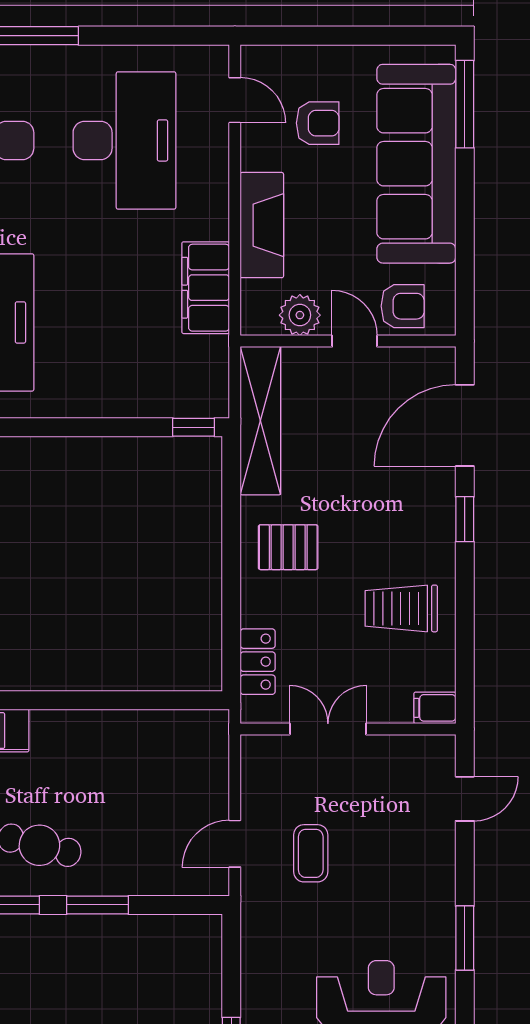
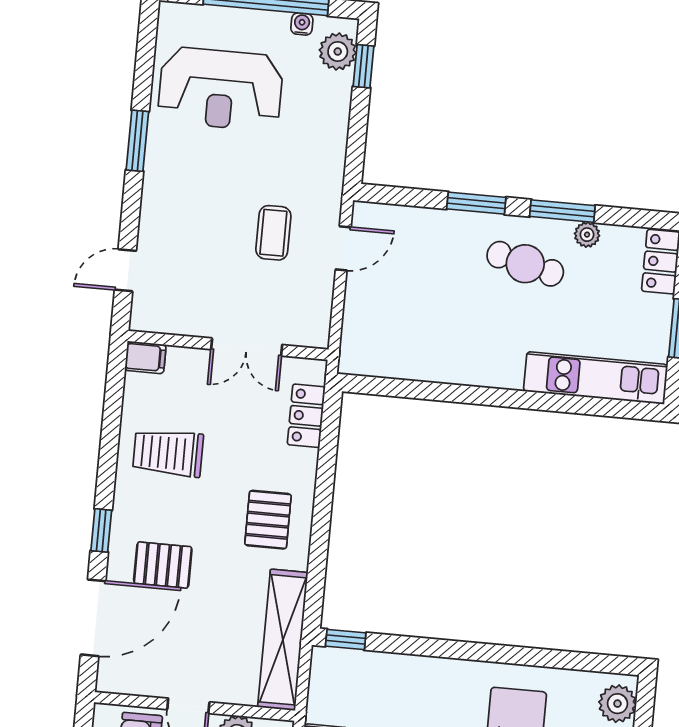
pallet: (396, 488) -> (163, 565), added
pallet: (288, 547) -> (268, 520), turned 90
trolley: (401, 608) -> (168, 453), turned 180

